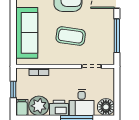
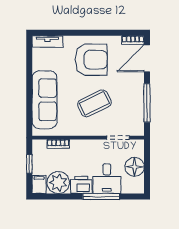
coffee table: (71, 36) -> (94, 103), turned -34
floor lamp: (106, 107) -> (135, 167), moved

